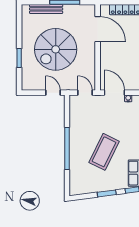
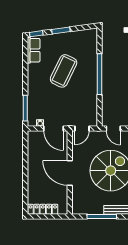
door: (98, 29) -> (70, 173), moved
door: (85, 93) -> (82, 128), hinge flipped

